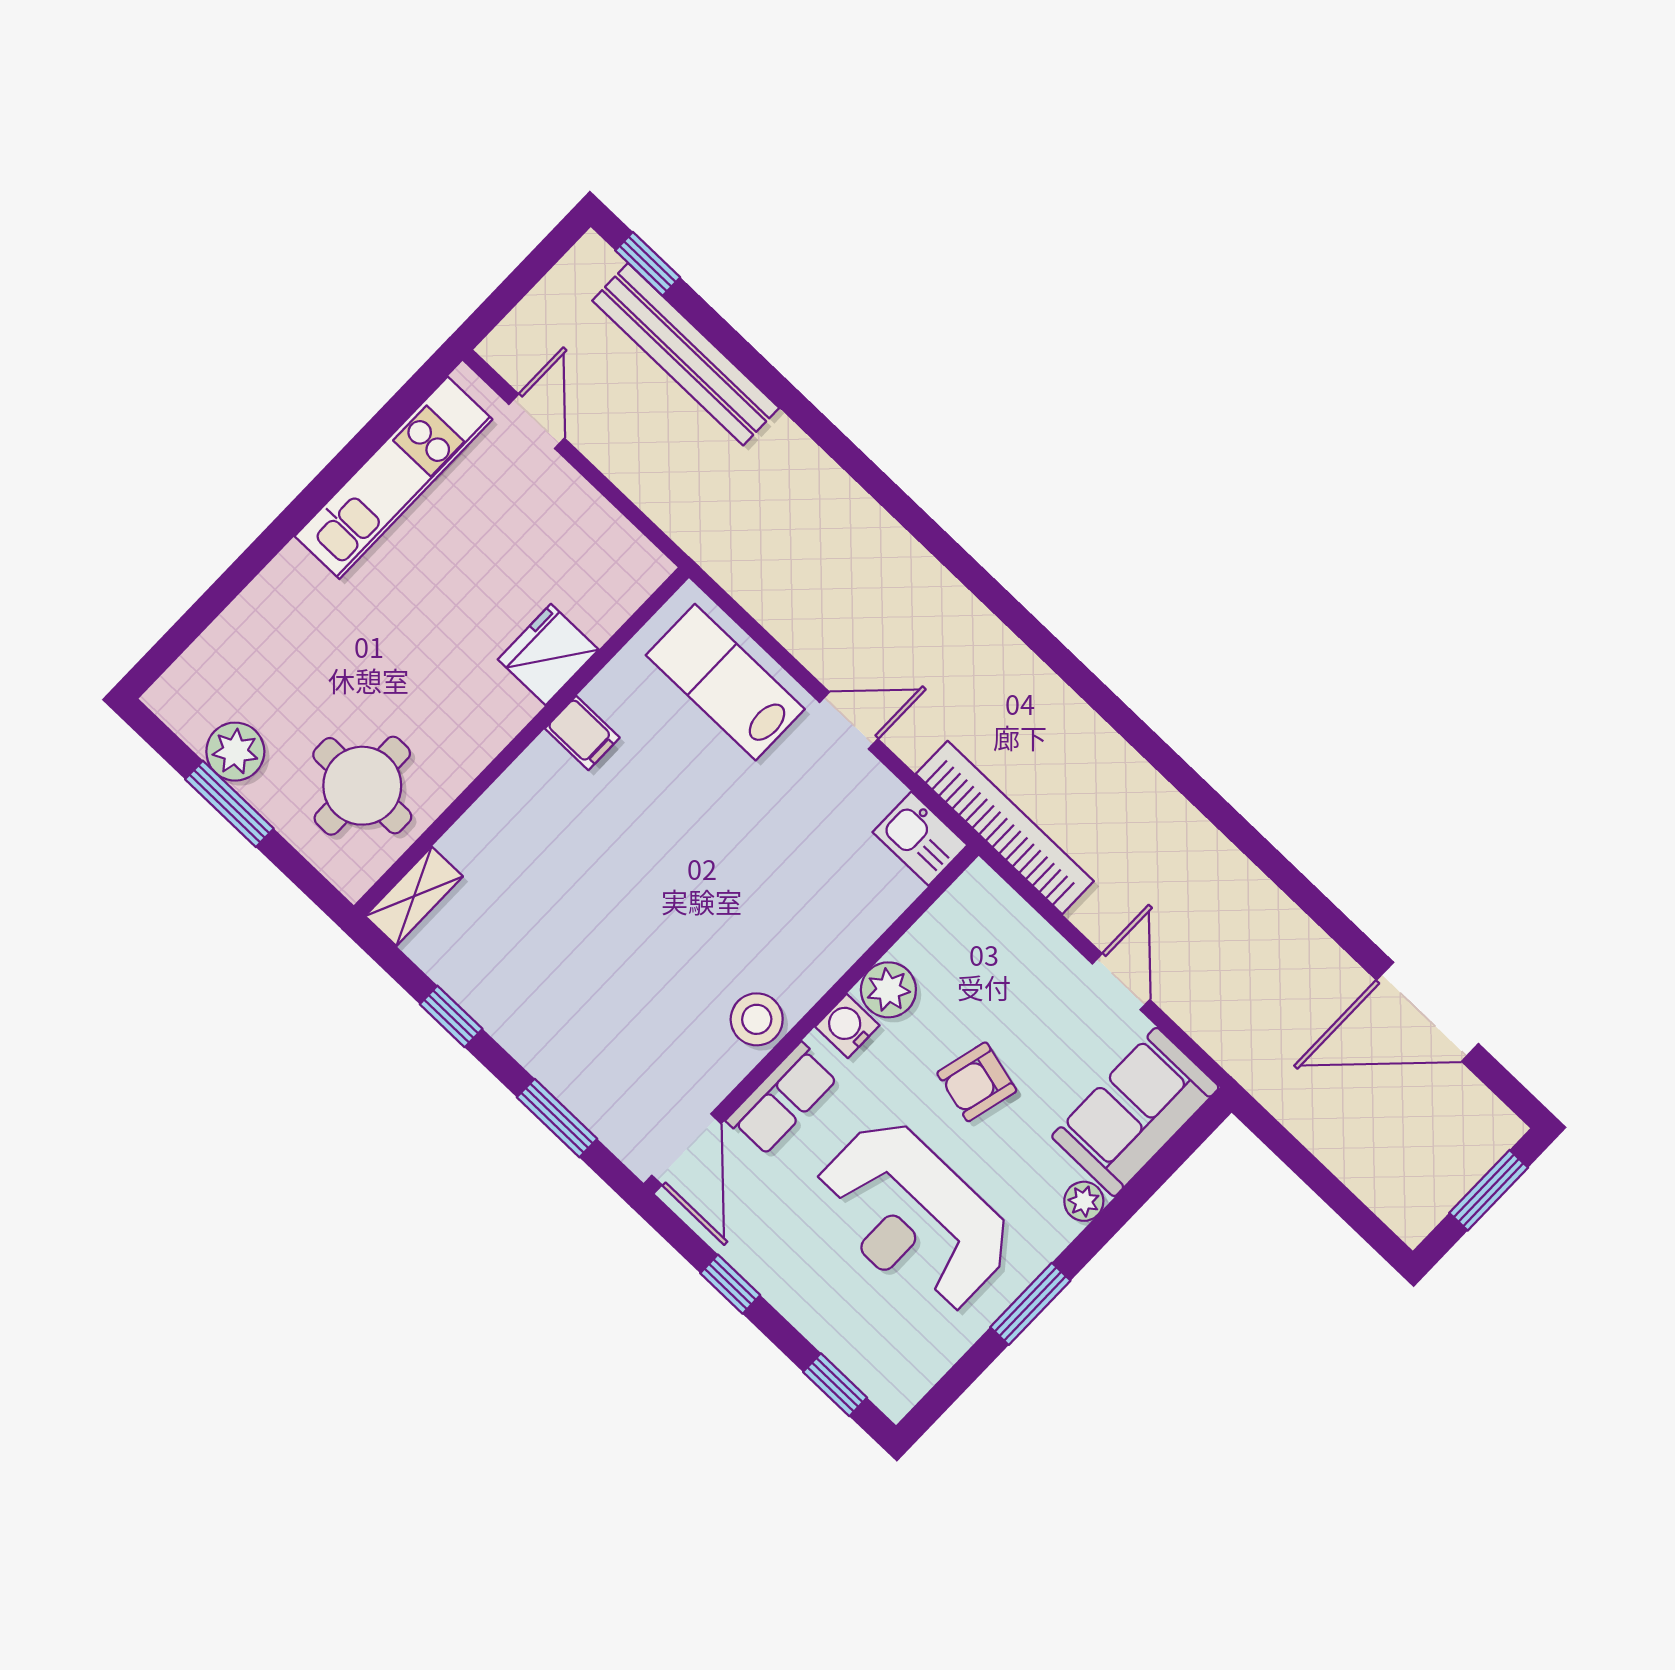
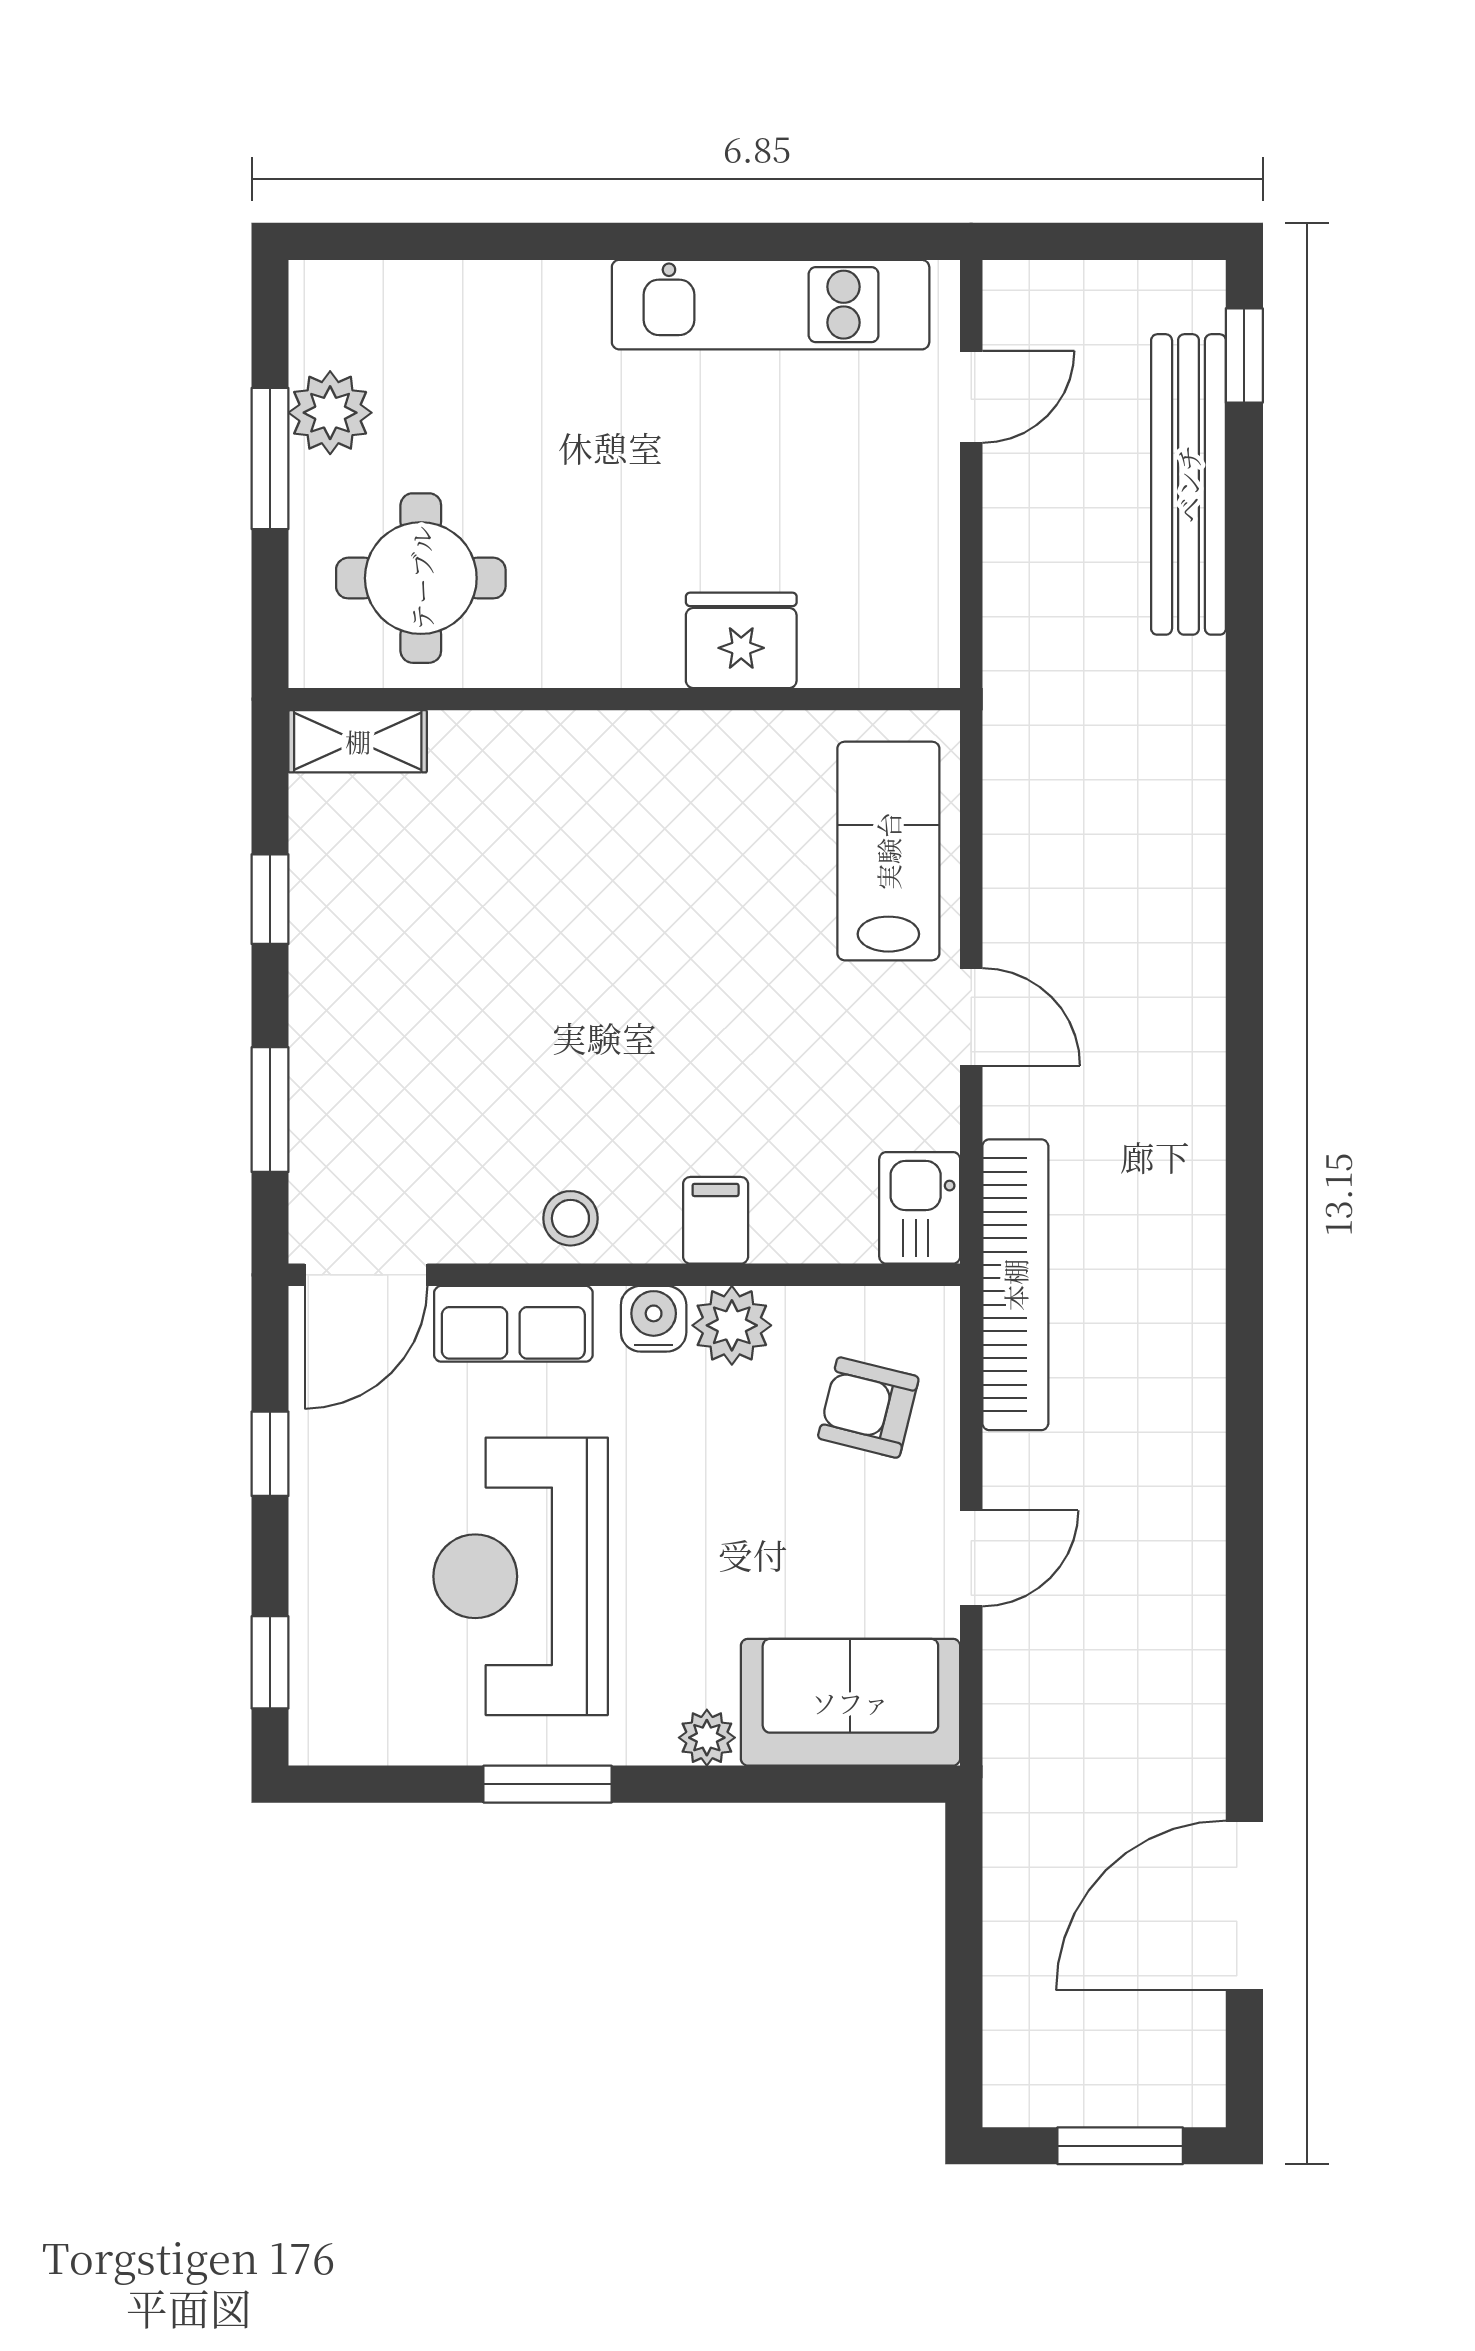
filing cabinet: (582, 733) -> (716, 1220), moved, turned 180
door: (1428, 1012) -> (1244, 1905), hinge flipped
stool: (757, 1019) -> (570, 1218), width x0.73, depth x0.73
armchair: (977, 1082) -> (868, 1408), moved

